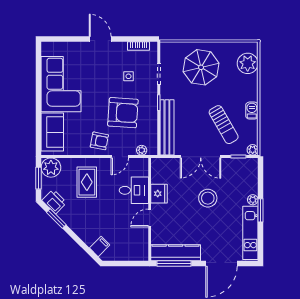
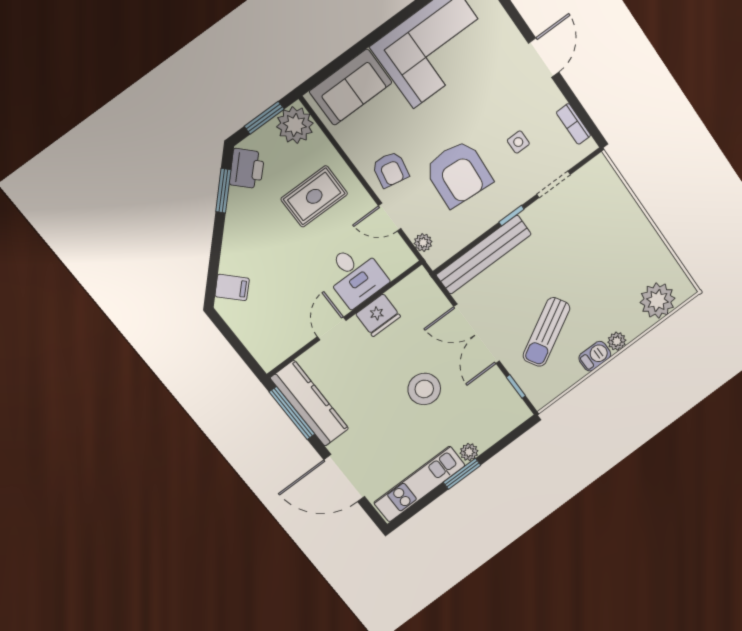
parasol: (201, 67) -> (606, 239), removed
plant: (253, 150) -> (617, 341), moved
door: (150, 218) -> (332, 328), hinge flipped

